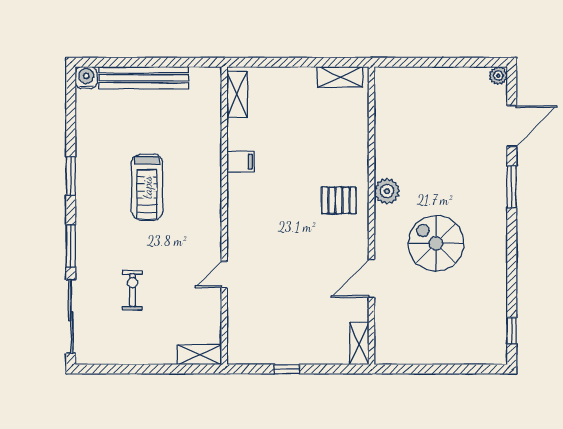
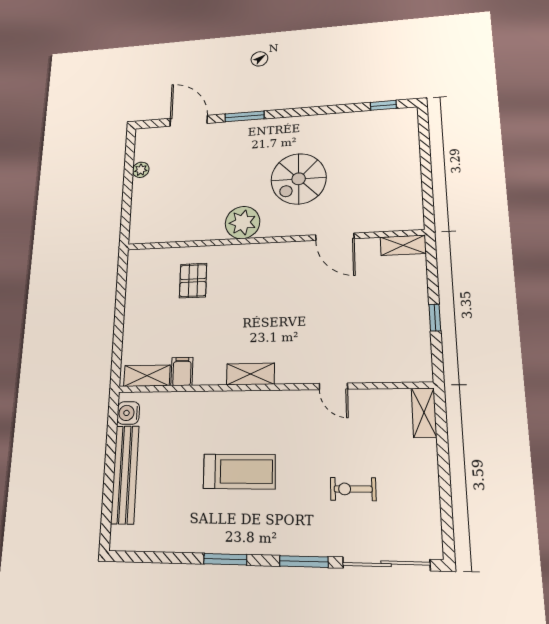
plant: (498, 76) -> (141, 170), moved
shelving: (340, 77) -> (250, 374), moved, turned 90
water cooler: (86, 78) -> (128, 413), moved
filing cabinet: (241, 162) -> (182, 372), moved
plant: (387, 191) -> (243, 223), width x1.36, depth x1.36
pallet: (339, 200) -> (193, 281), moved

